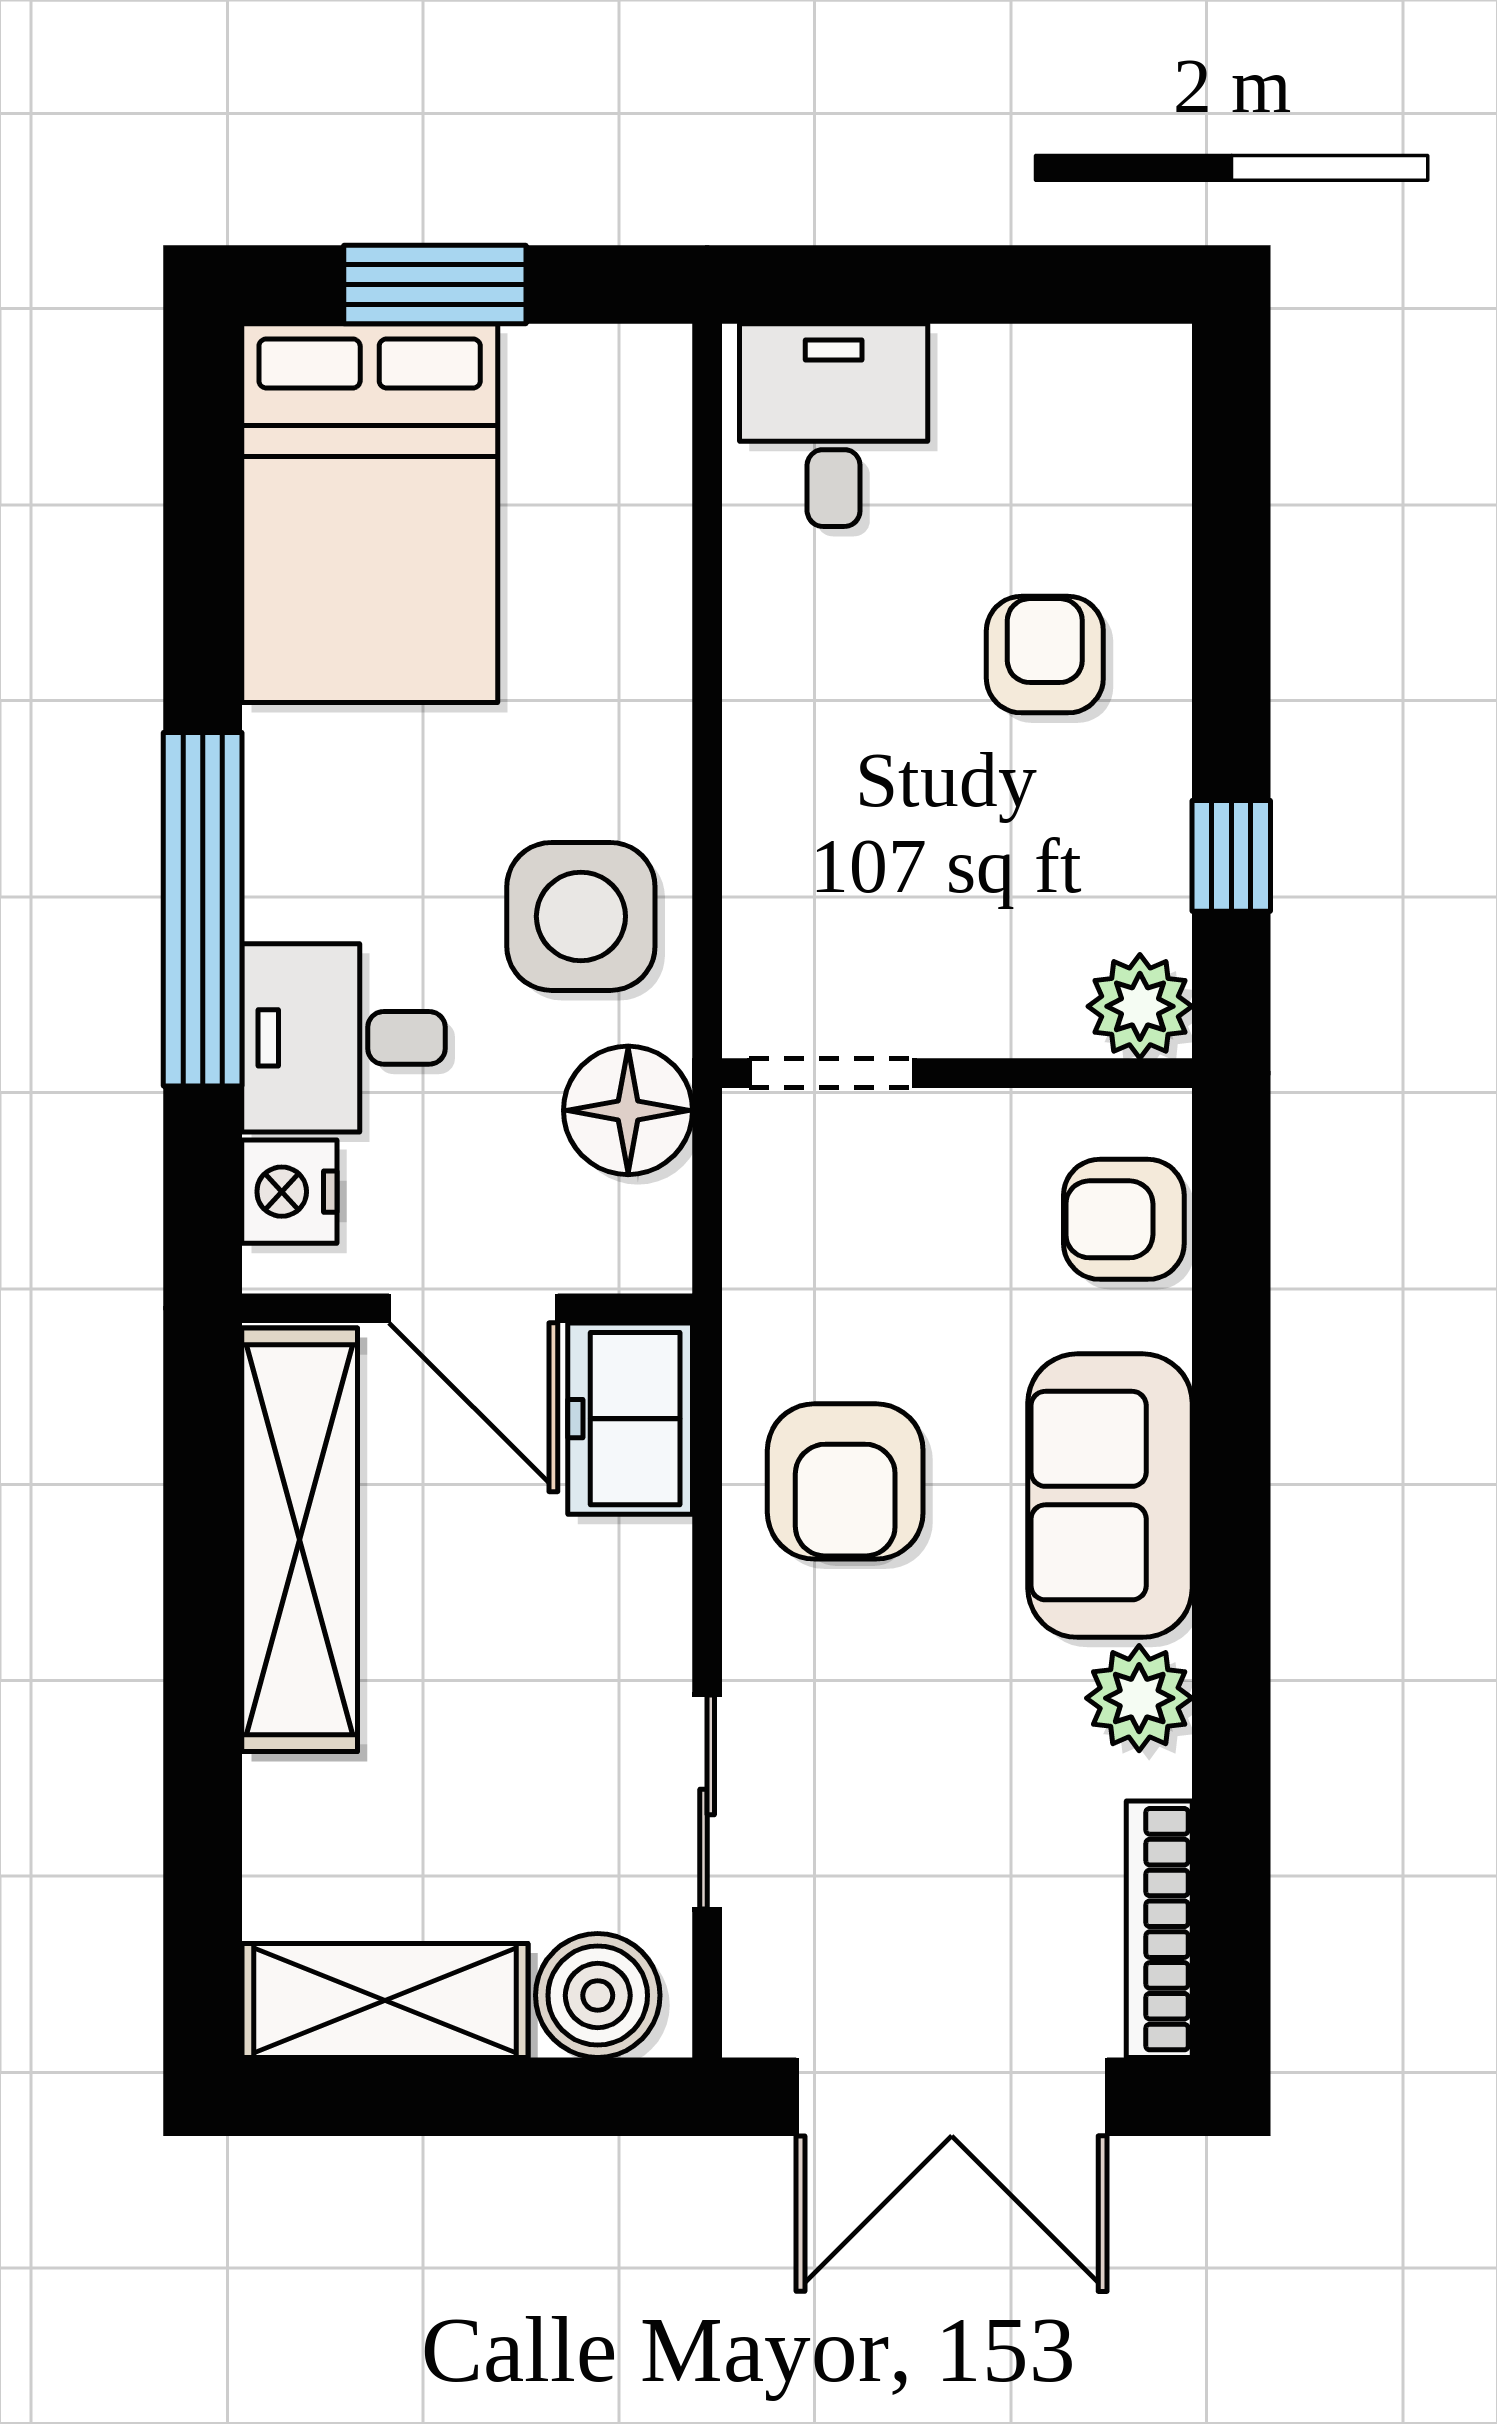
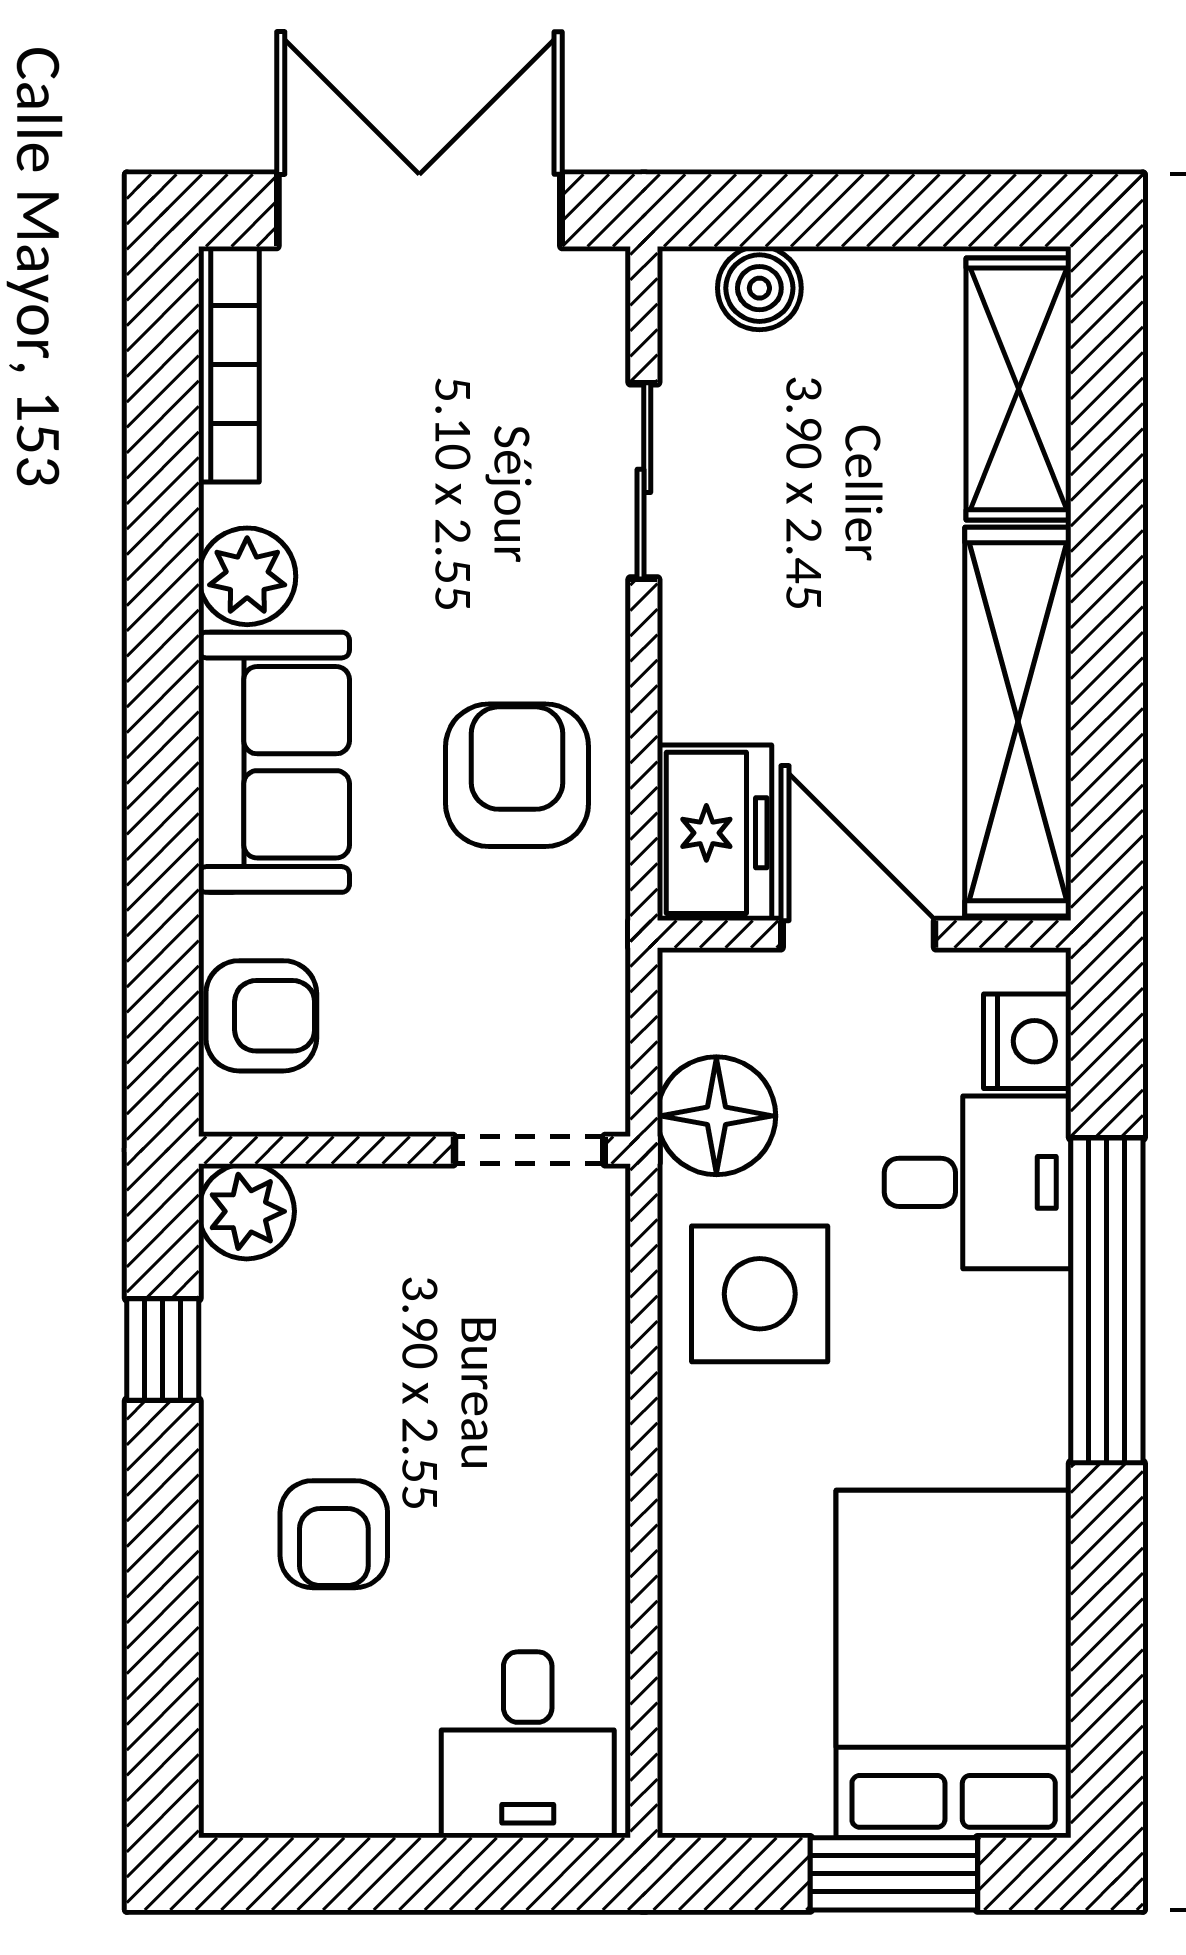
boiler: (598, 1995) -> (759, 288), width x0.73, depth x0.73
shelving: (385, 2000) -> (1019, 389), moved, turned 90

